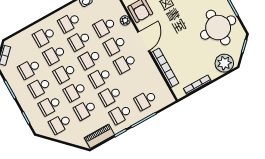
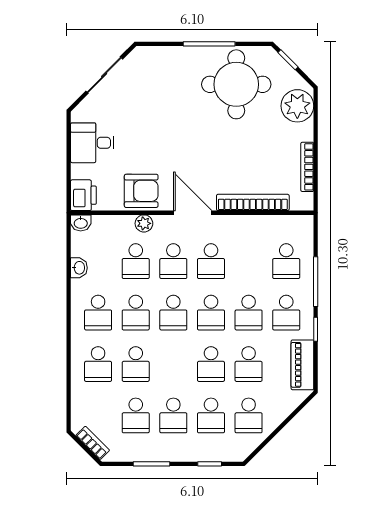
school desk: (65, 73) -> (173, 364), removed

